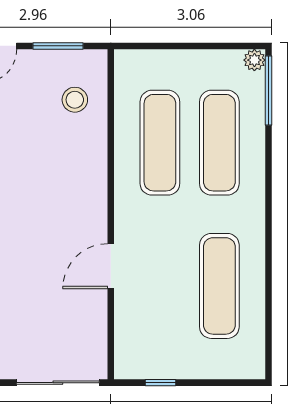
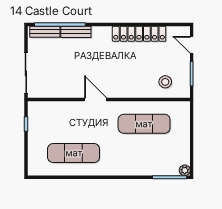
exercise mat: (219, 143) -> (144, 153), removed
door: (111, 266) -> (96, 100), moved

